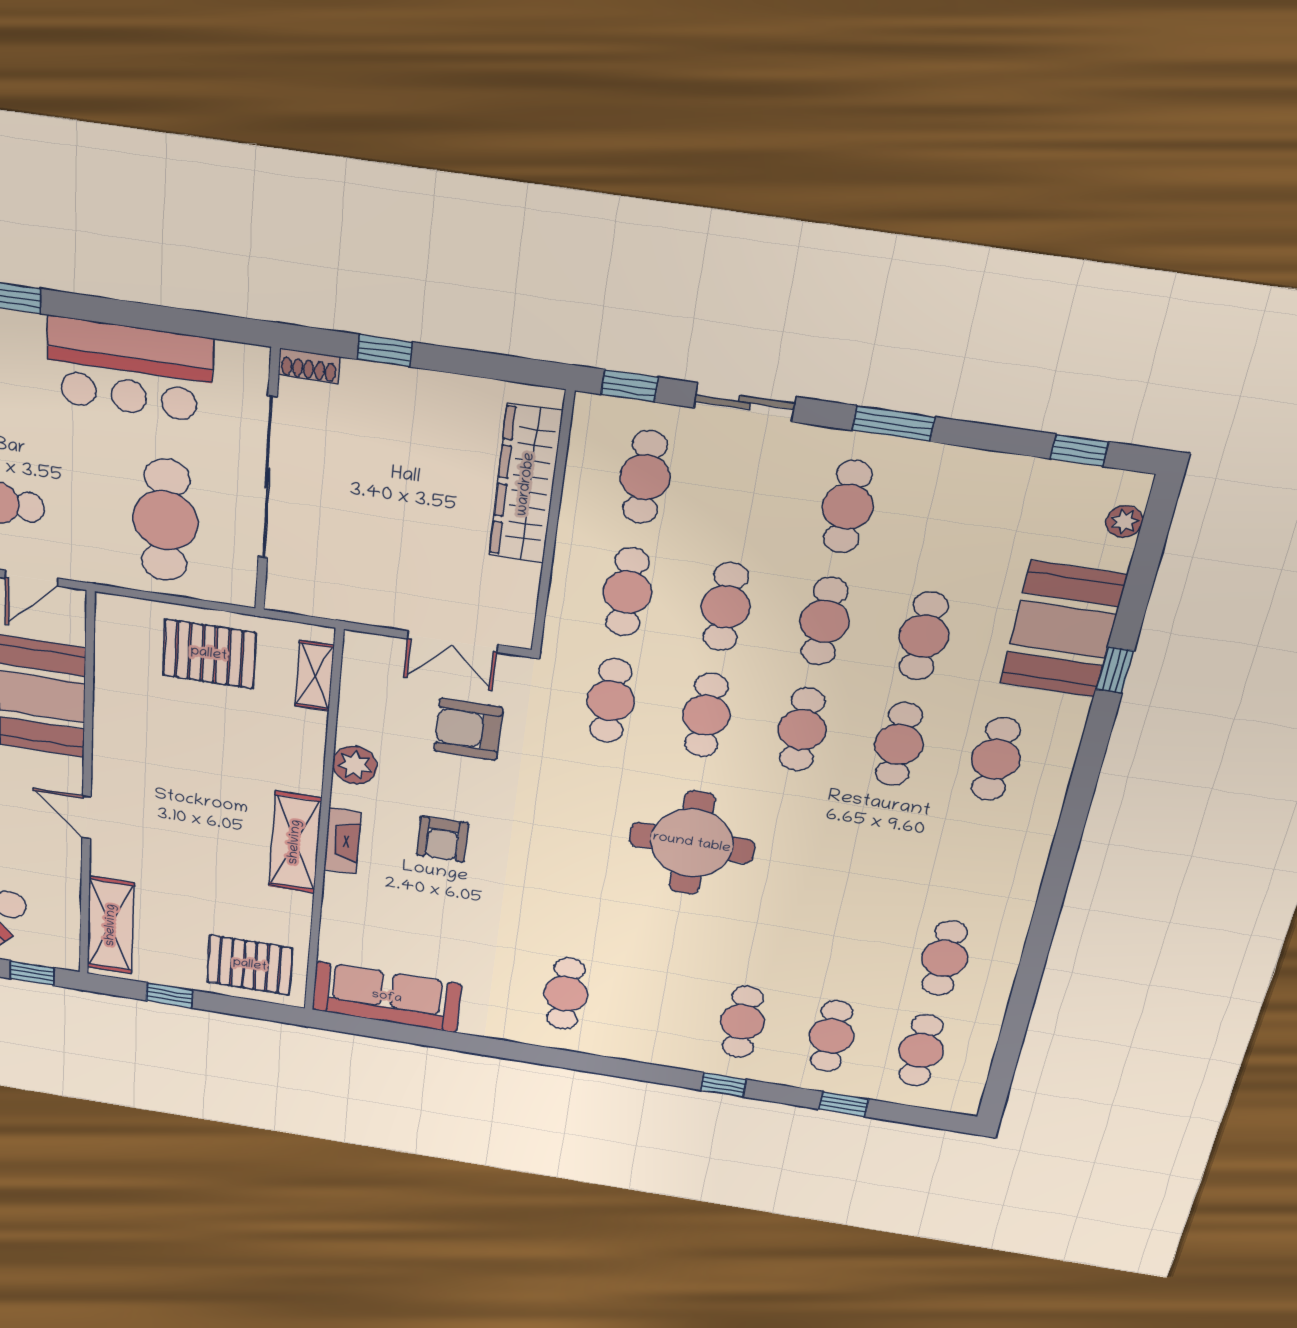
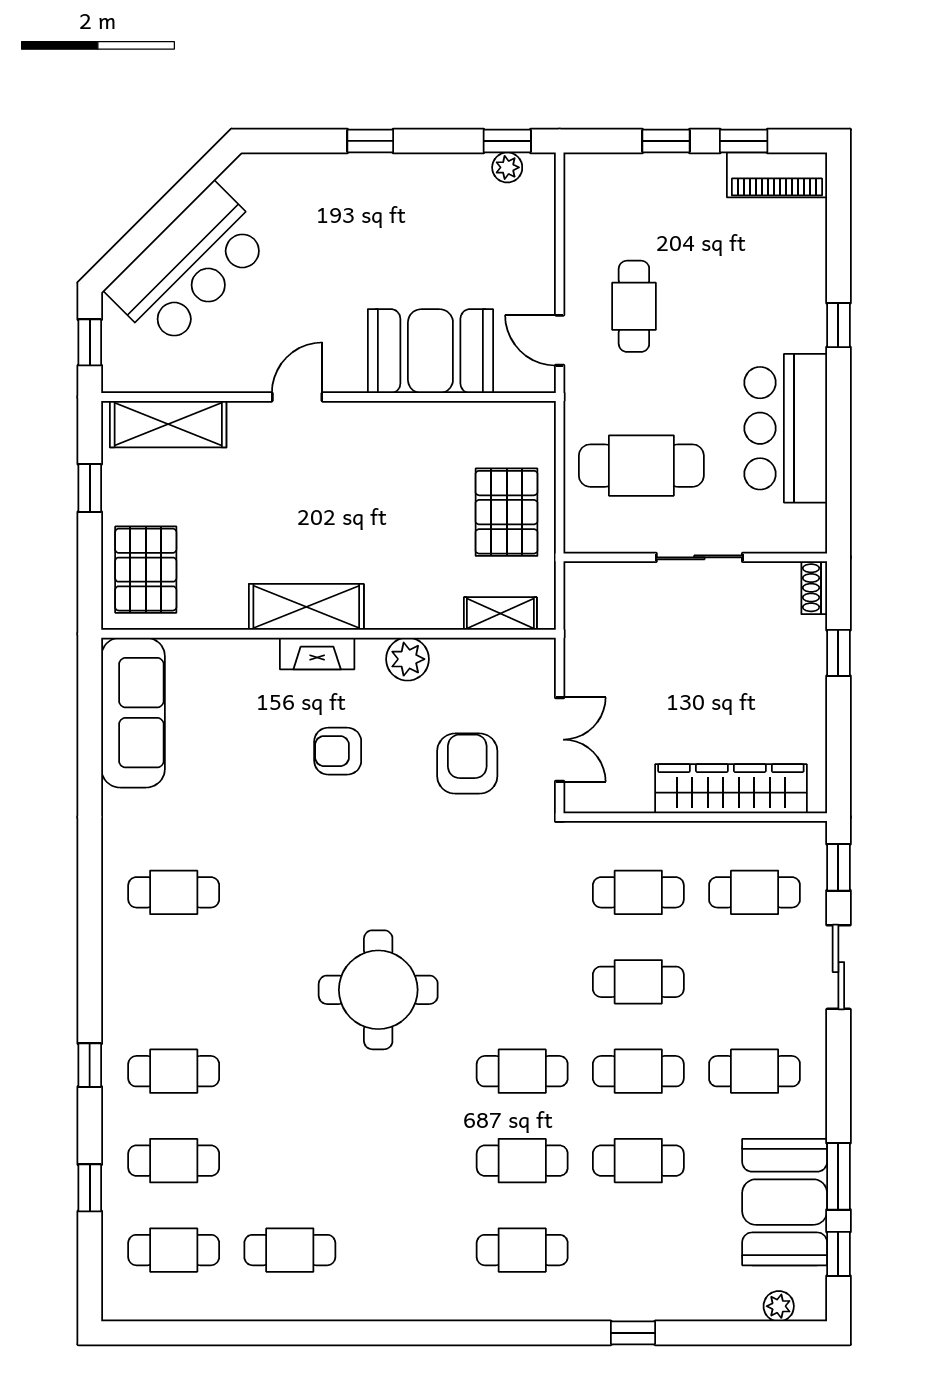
window: (893, 424) -> (838, 1176), moved
sliding door: (268, 478) -> (699, 557), width x0.54
booth: (1063, 629) -> (785, 1202), moved, turned 90
double door: (452, 642) -> (560, 740), swing flipped
cafe table: (611, 701) -> (522, 892), removed
cafe table: (706, 715) -> (522, 982), removed

